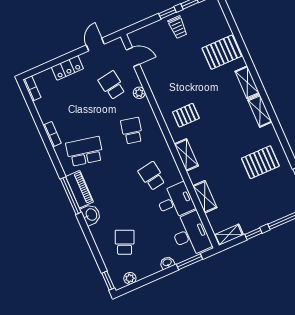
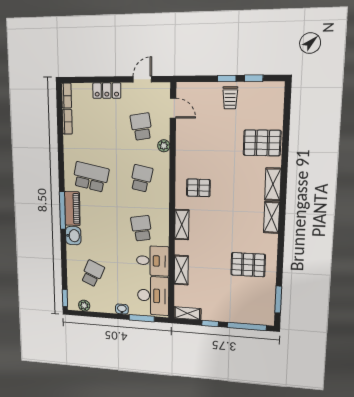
bookcase: (52, 134) -> (67, 122), moved

